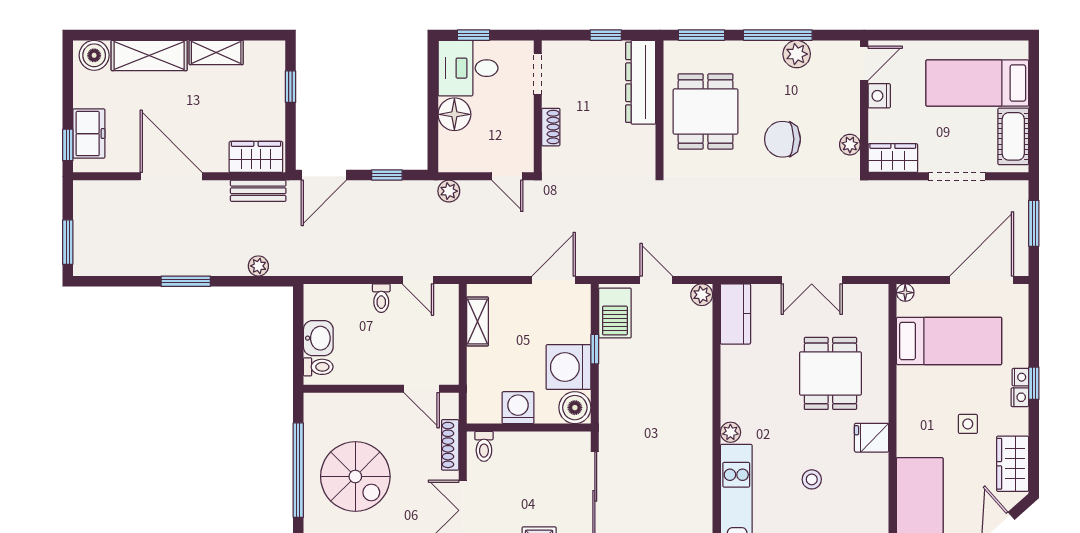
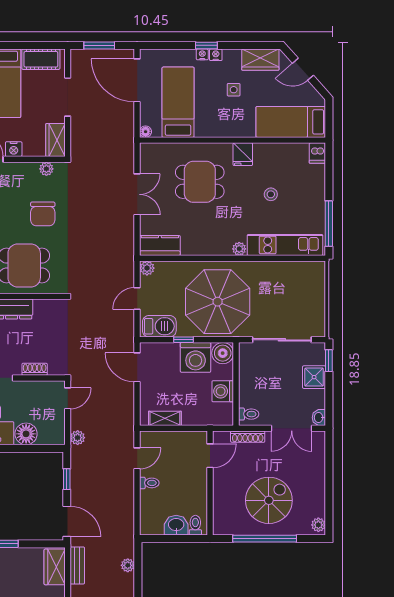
parasol: (652, 400) -> (218, 302), added

